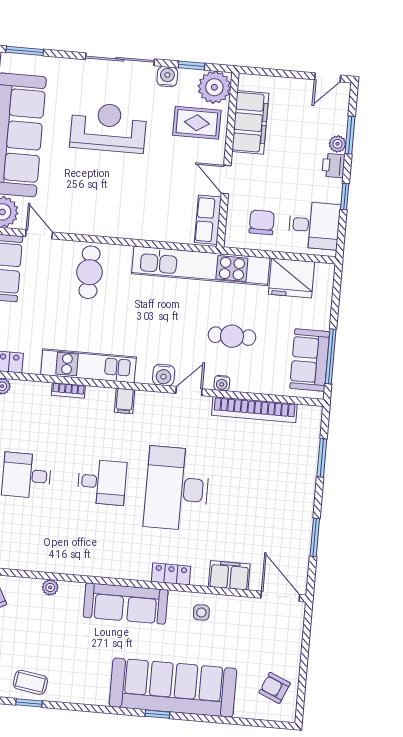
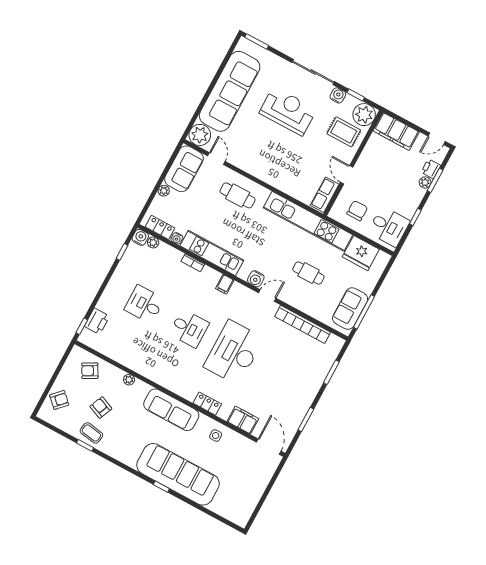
filing cabinet: (250, 122) -> (396, 131), moved, turned 90
printer: (333, 165) -> (431, 169), moved
cafe table: (90, 272) -> (238, 195), turned 90
water cooler: (222, 383) -> (177, 238), moved
armchair: (275, 688) -> (101, 407), moved

